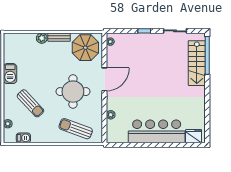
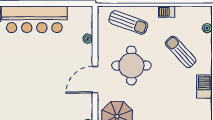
barbecue: (23, 138) -> (167, 12), moved

